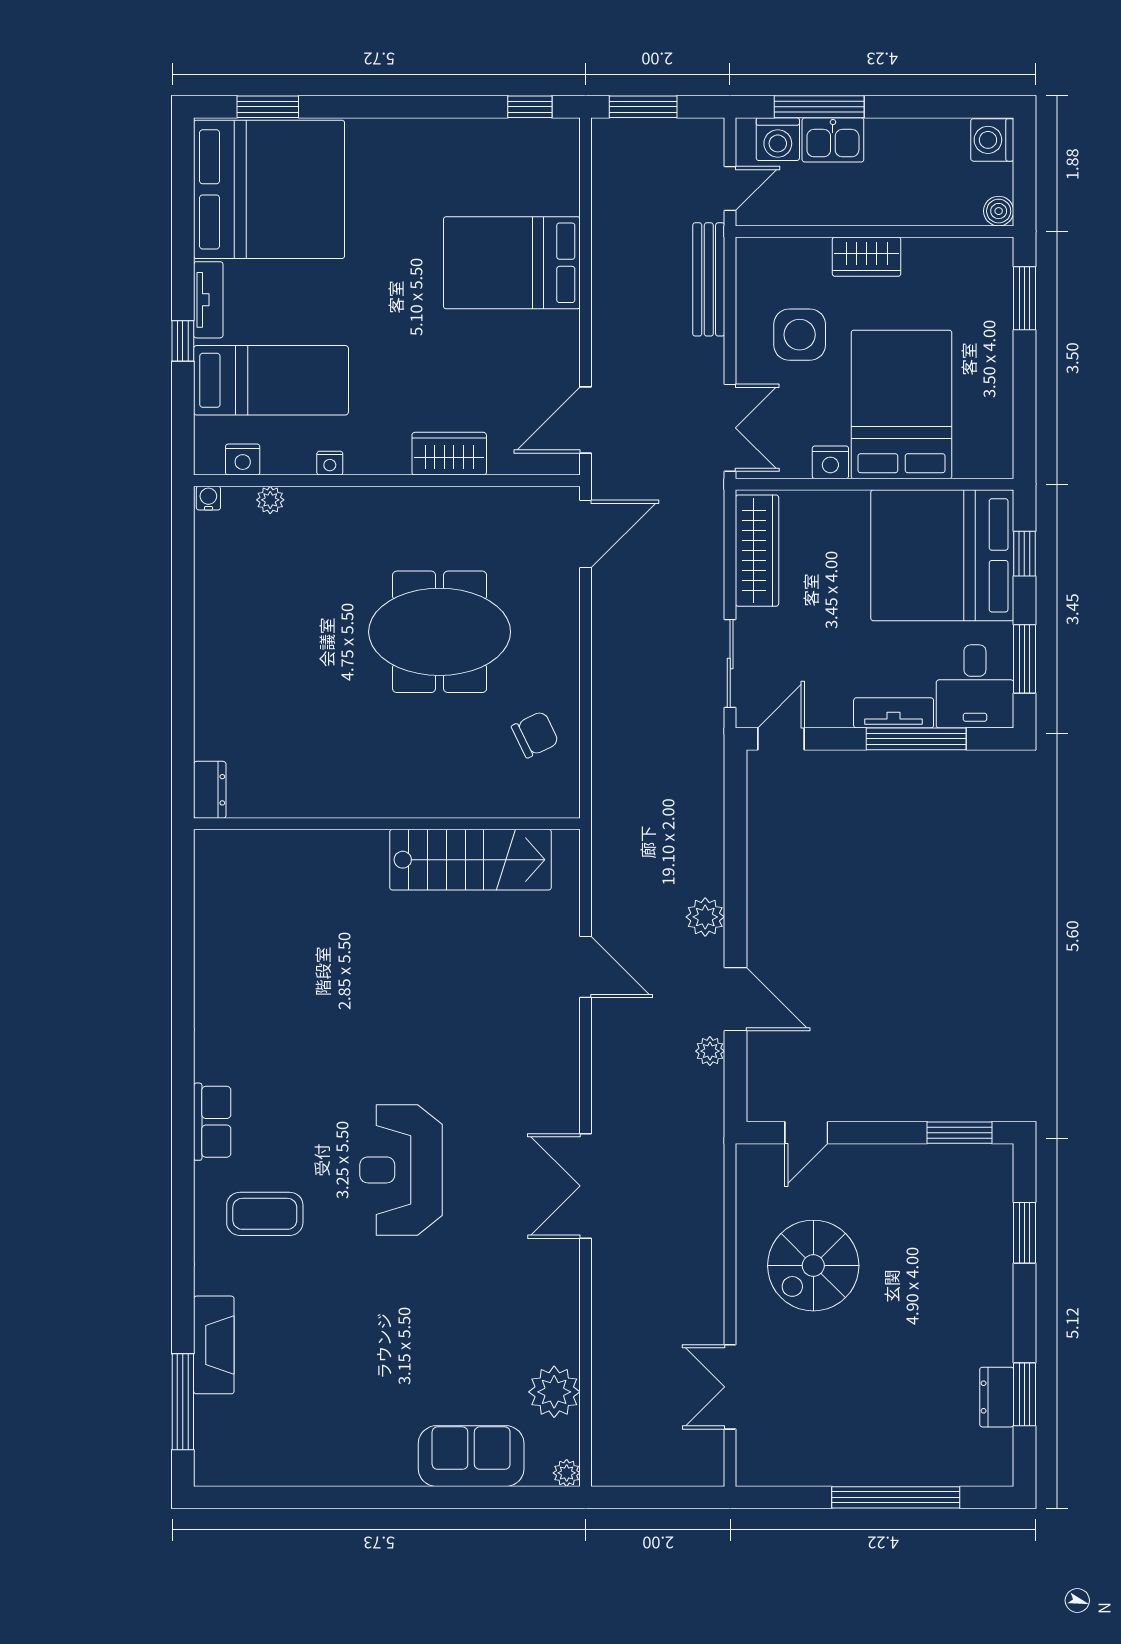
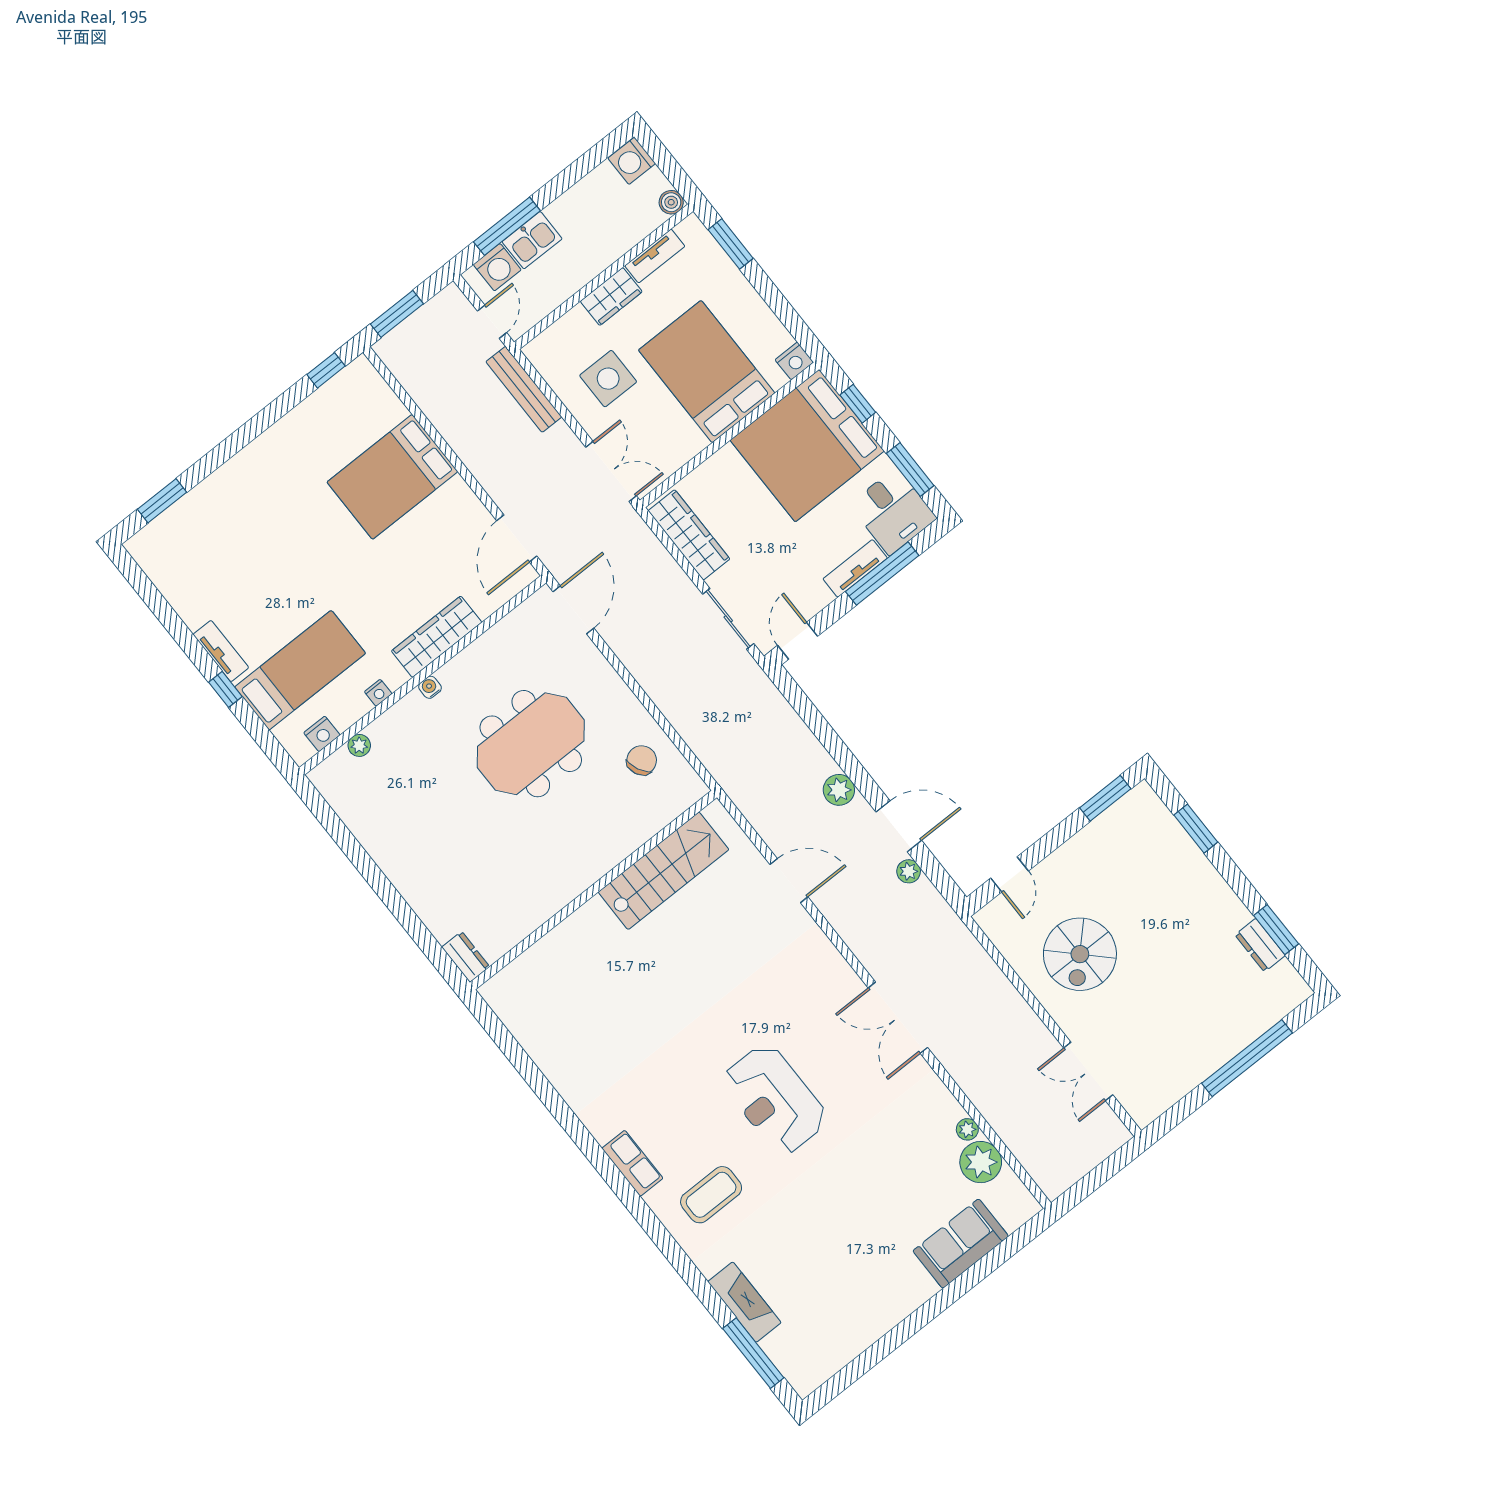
bed: (269, 189) -> (204, 552), removed
tv unit: (941, 251) -> (655, 256), added
wardrobe: (449, 454) -> (437, 637), width x1.50
nightstand: (830, 462) -> (794, 361), moved
water cooler: (208, 498) -> (430, 687), moved
plant: (567, 1473) -> (967, 1129), moved

